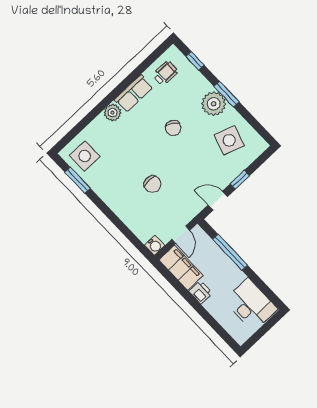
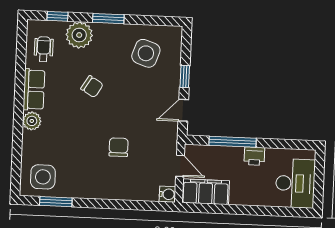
plant: (214, 104) -> (79, 35), moved
chair: (152, 184) -> (119, 147), turned -90
printer: (201, 292) -> (254, 156), moved, turned 180
desk: (251, 305) -> (295, 183), moved, turned 90

